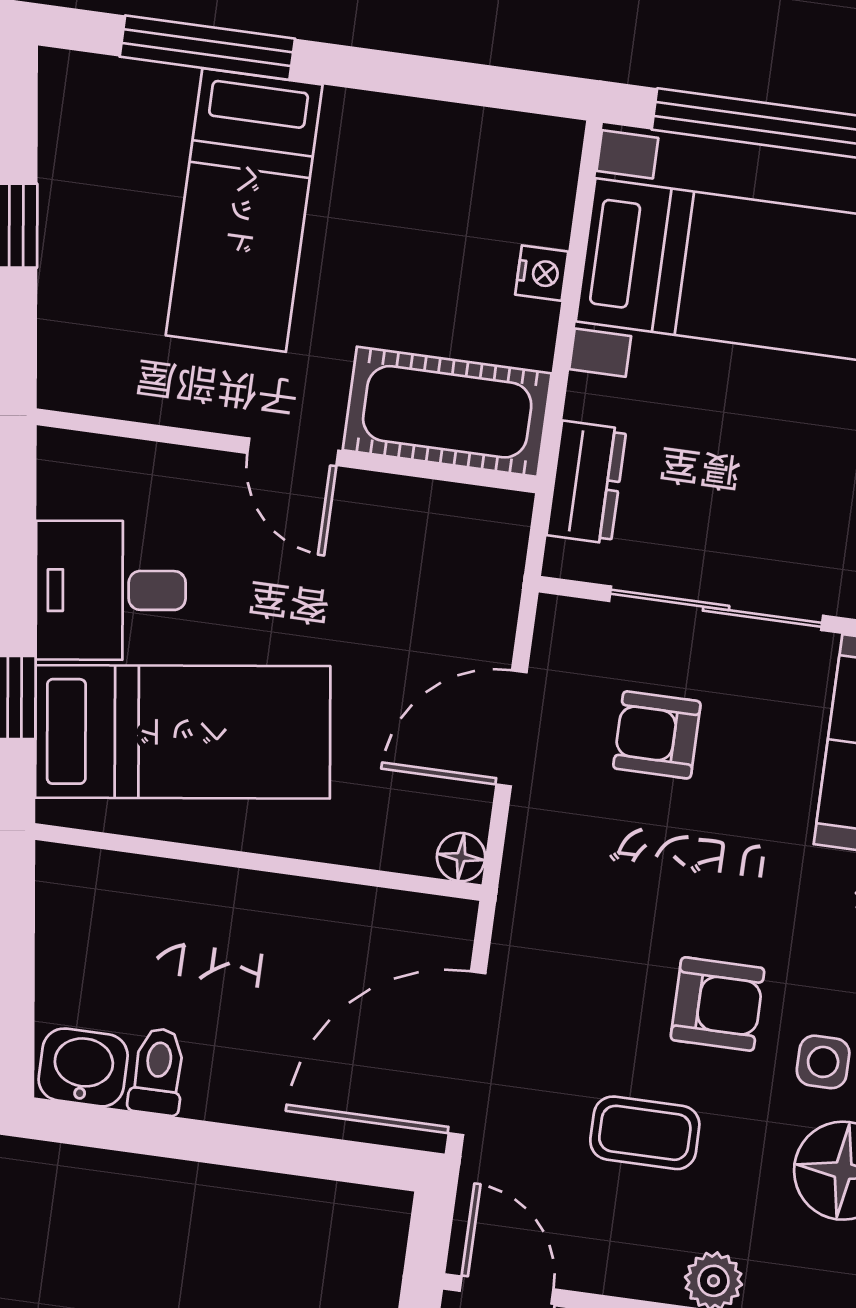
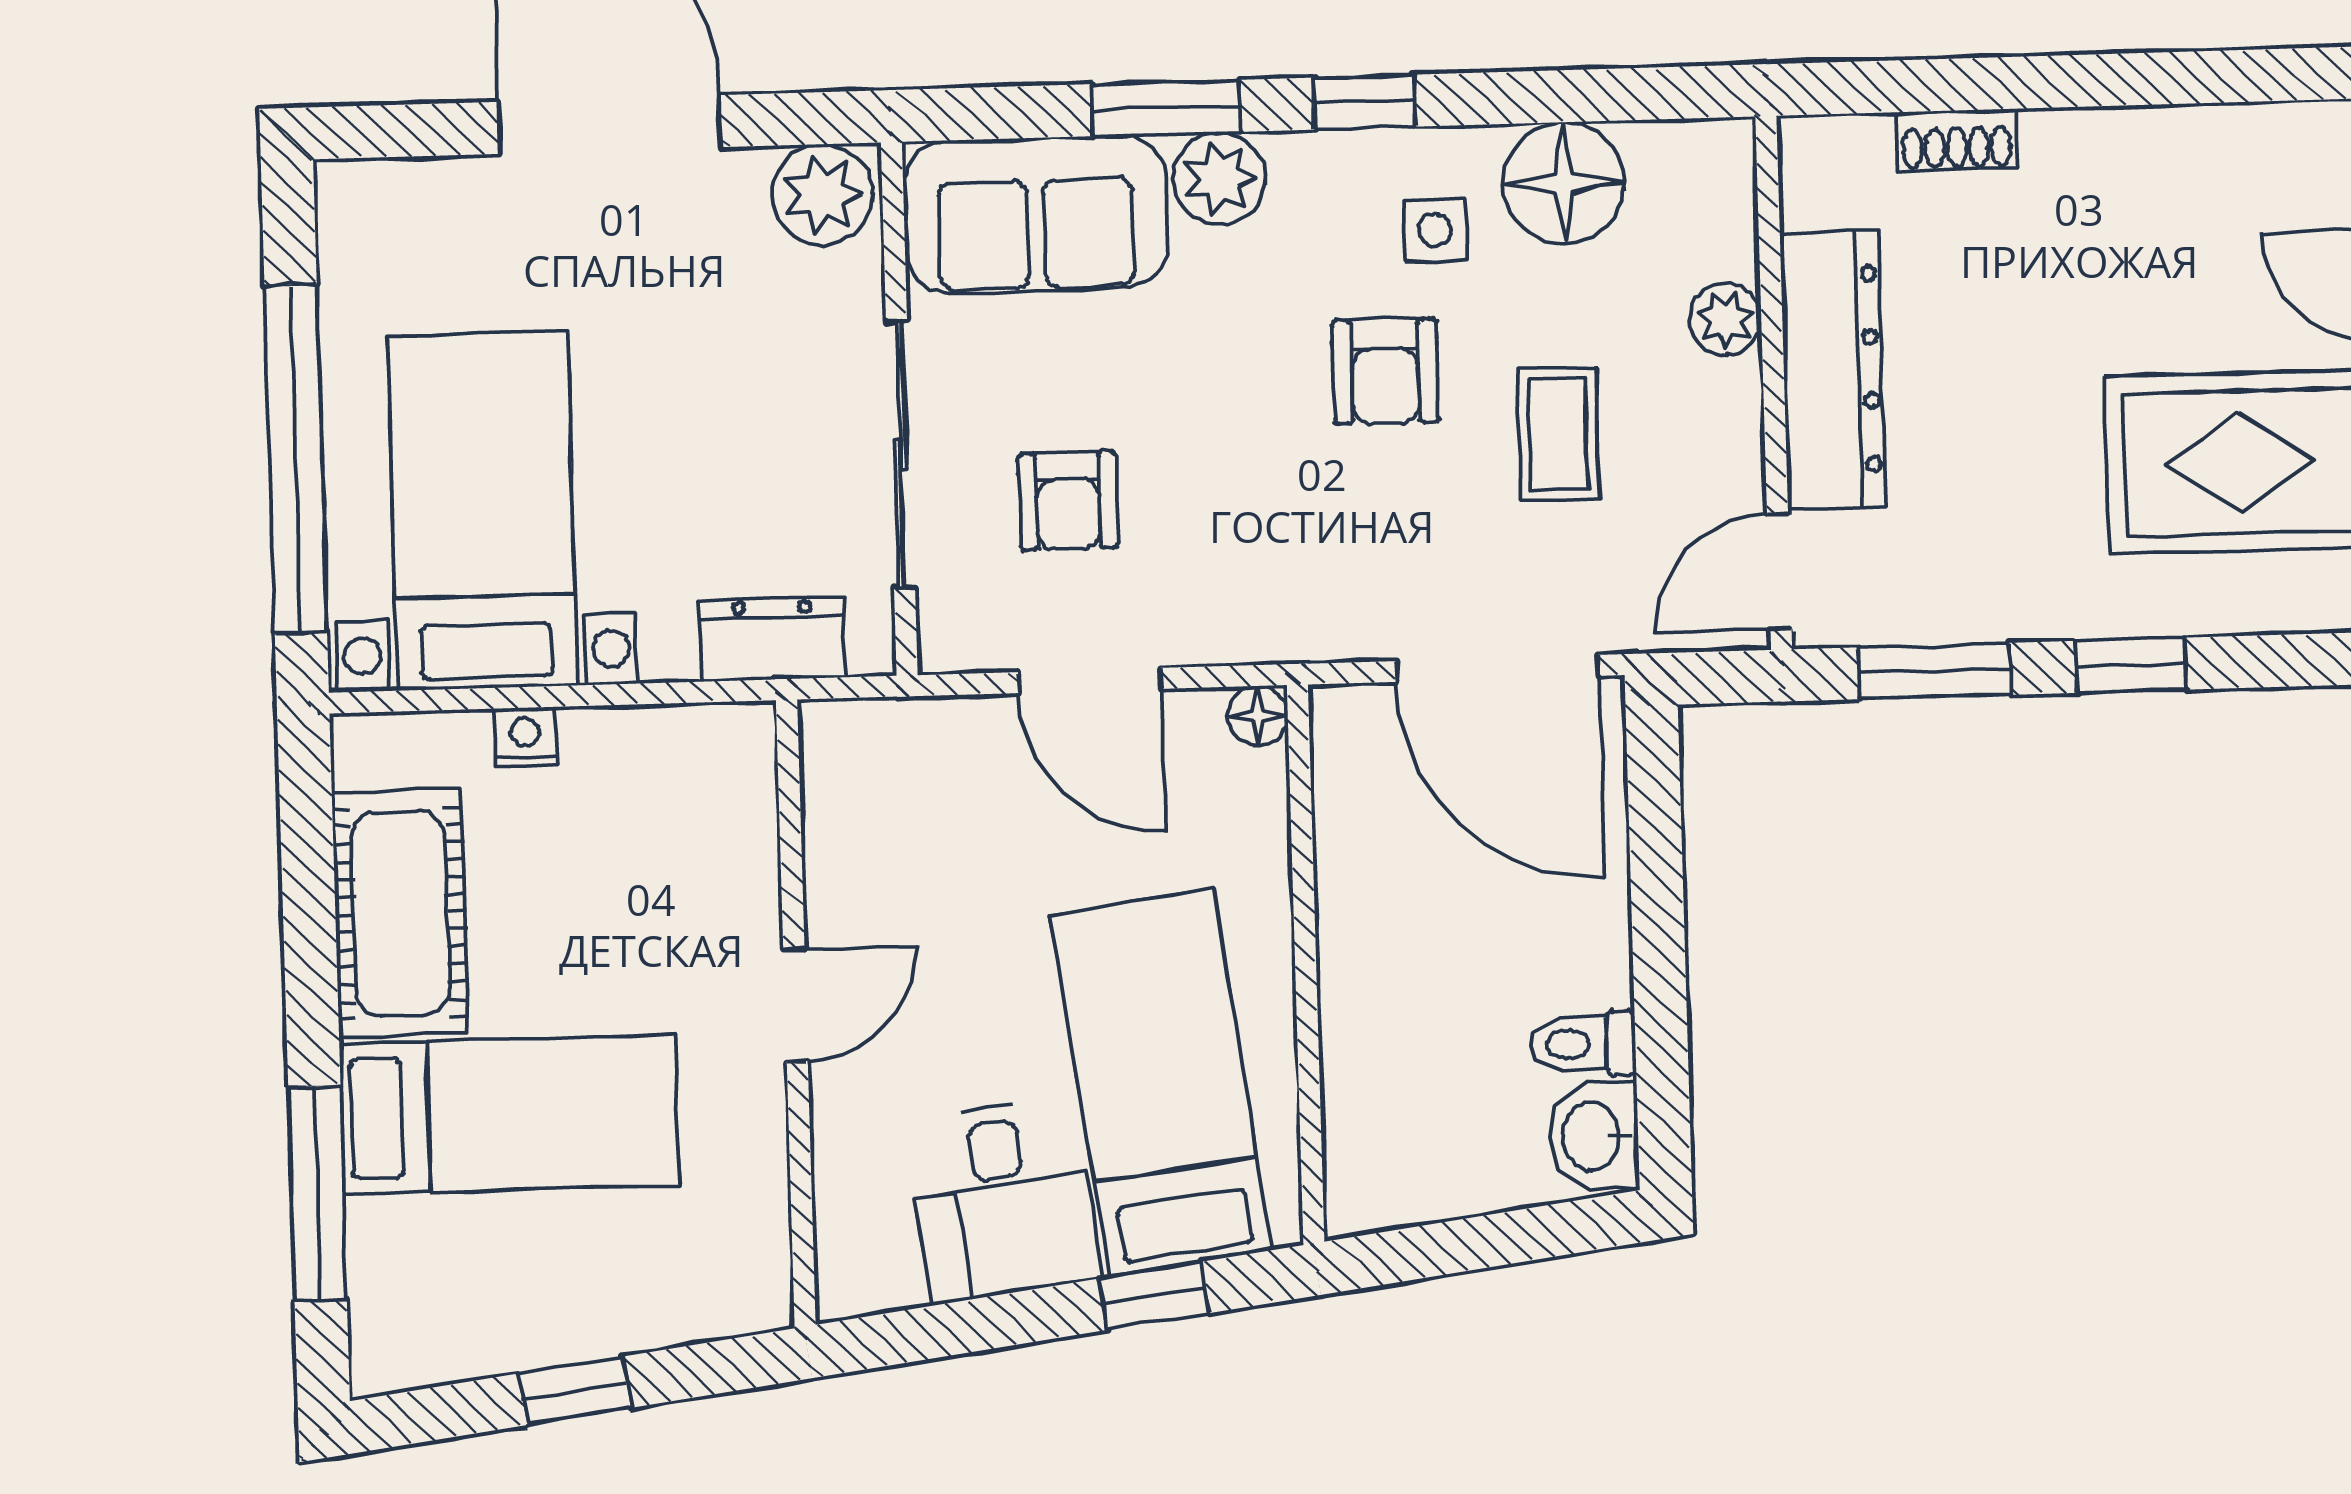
cot: (447, 412) -> (400, 913), moved
armchair: (717, 1004) -> (1385, 371), turned 180

